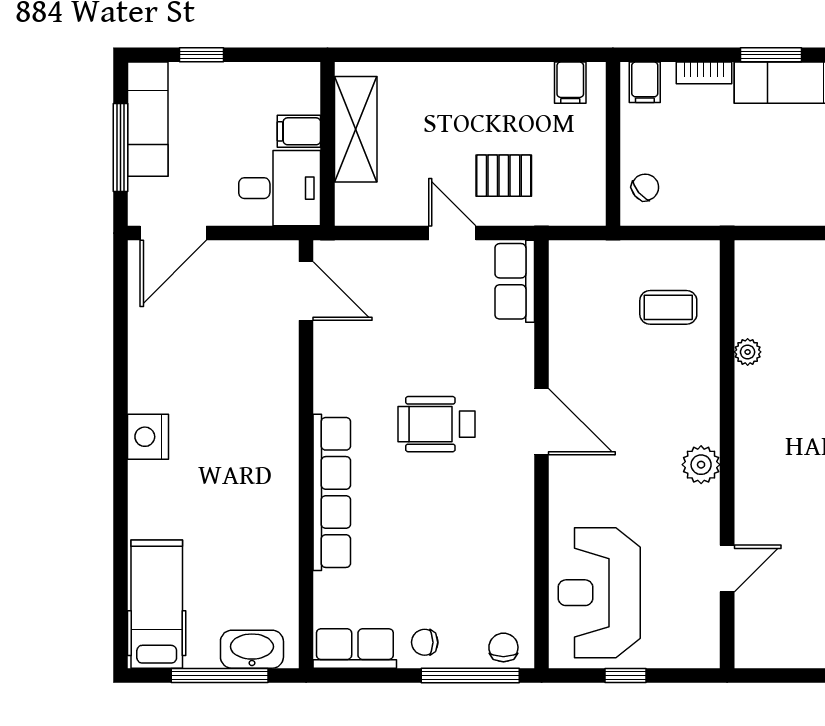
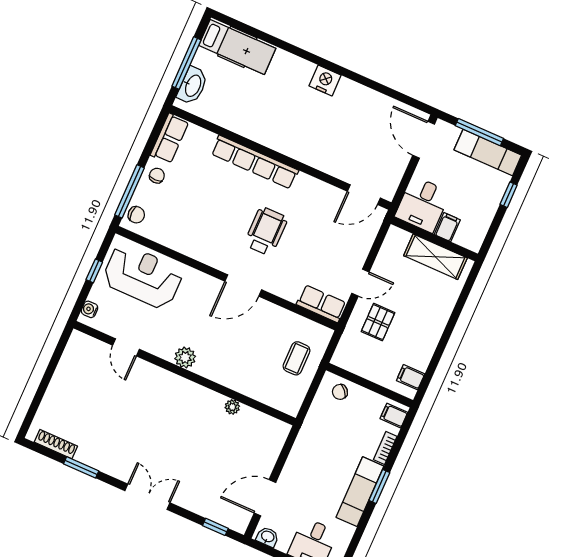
chair: (645, 187) -> (340, 392), turned 89
coffee table: (668, 307) -> (297, 358), moved
water cooler: (692, 655) -> (90, 309), added

